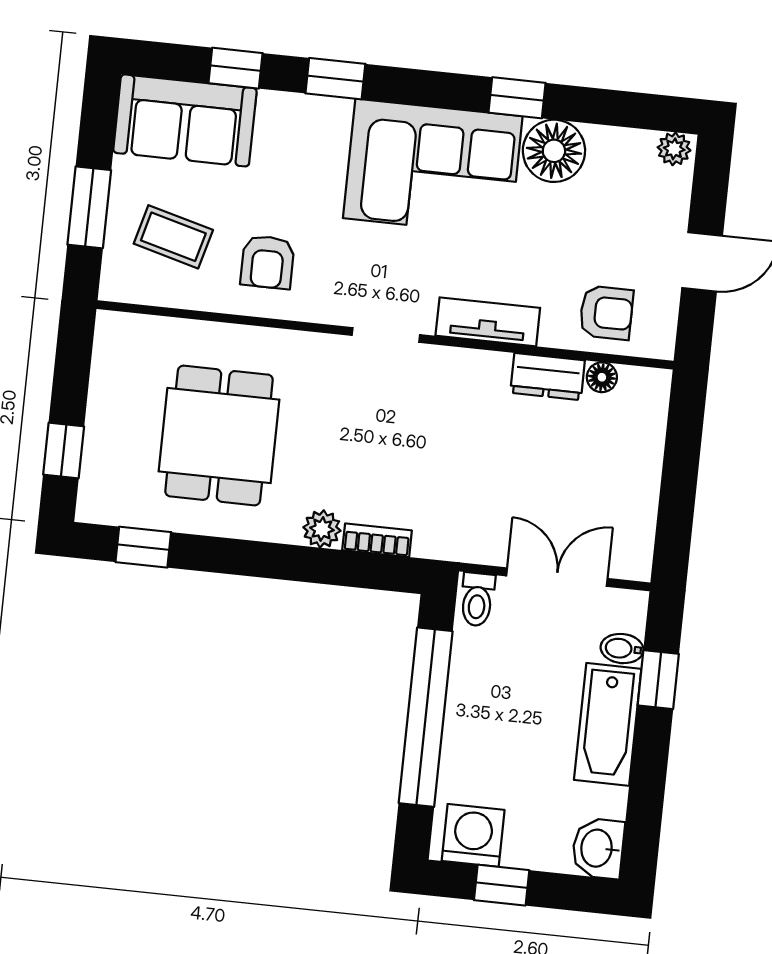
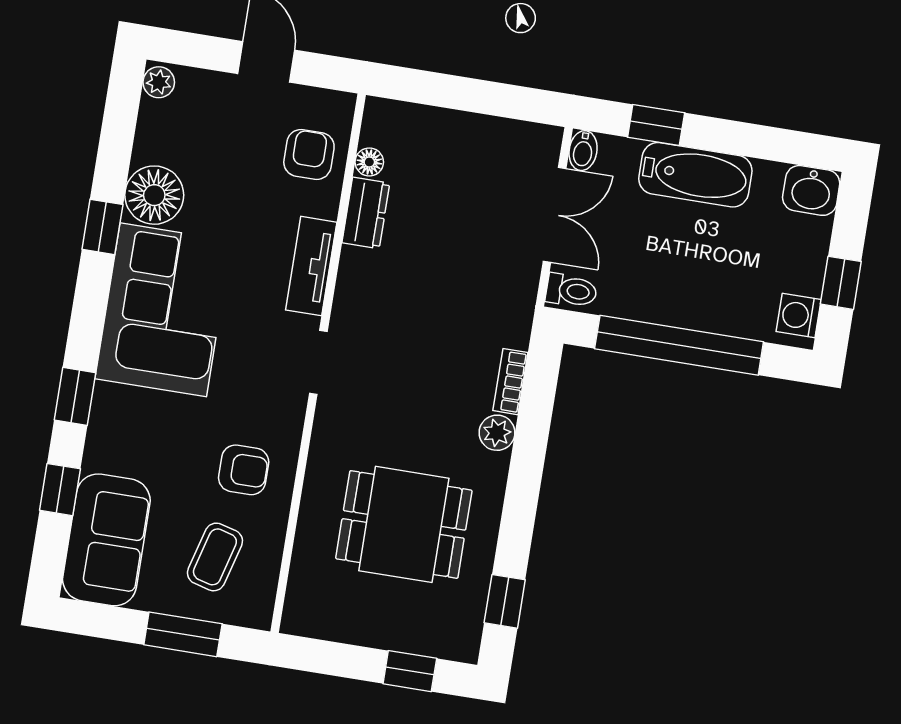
double door: (557, 577) -> (555, 215), swing flipped
bidet: (622, 649) -> (583, 151), moved
washing machine: (473, 835) -> (799, 315), width x0.73, depth x0.73

